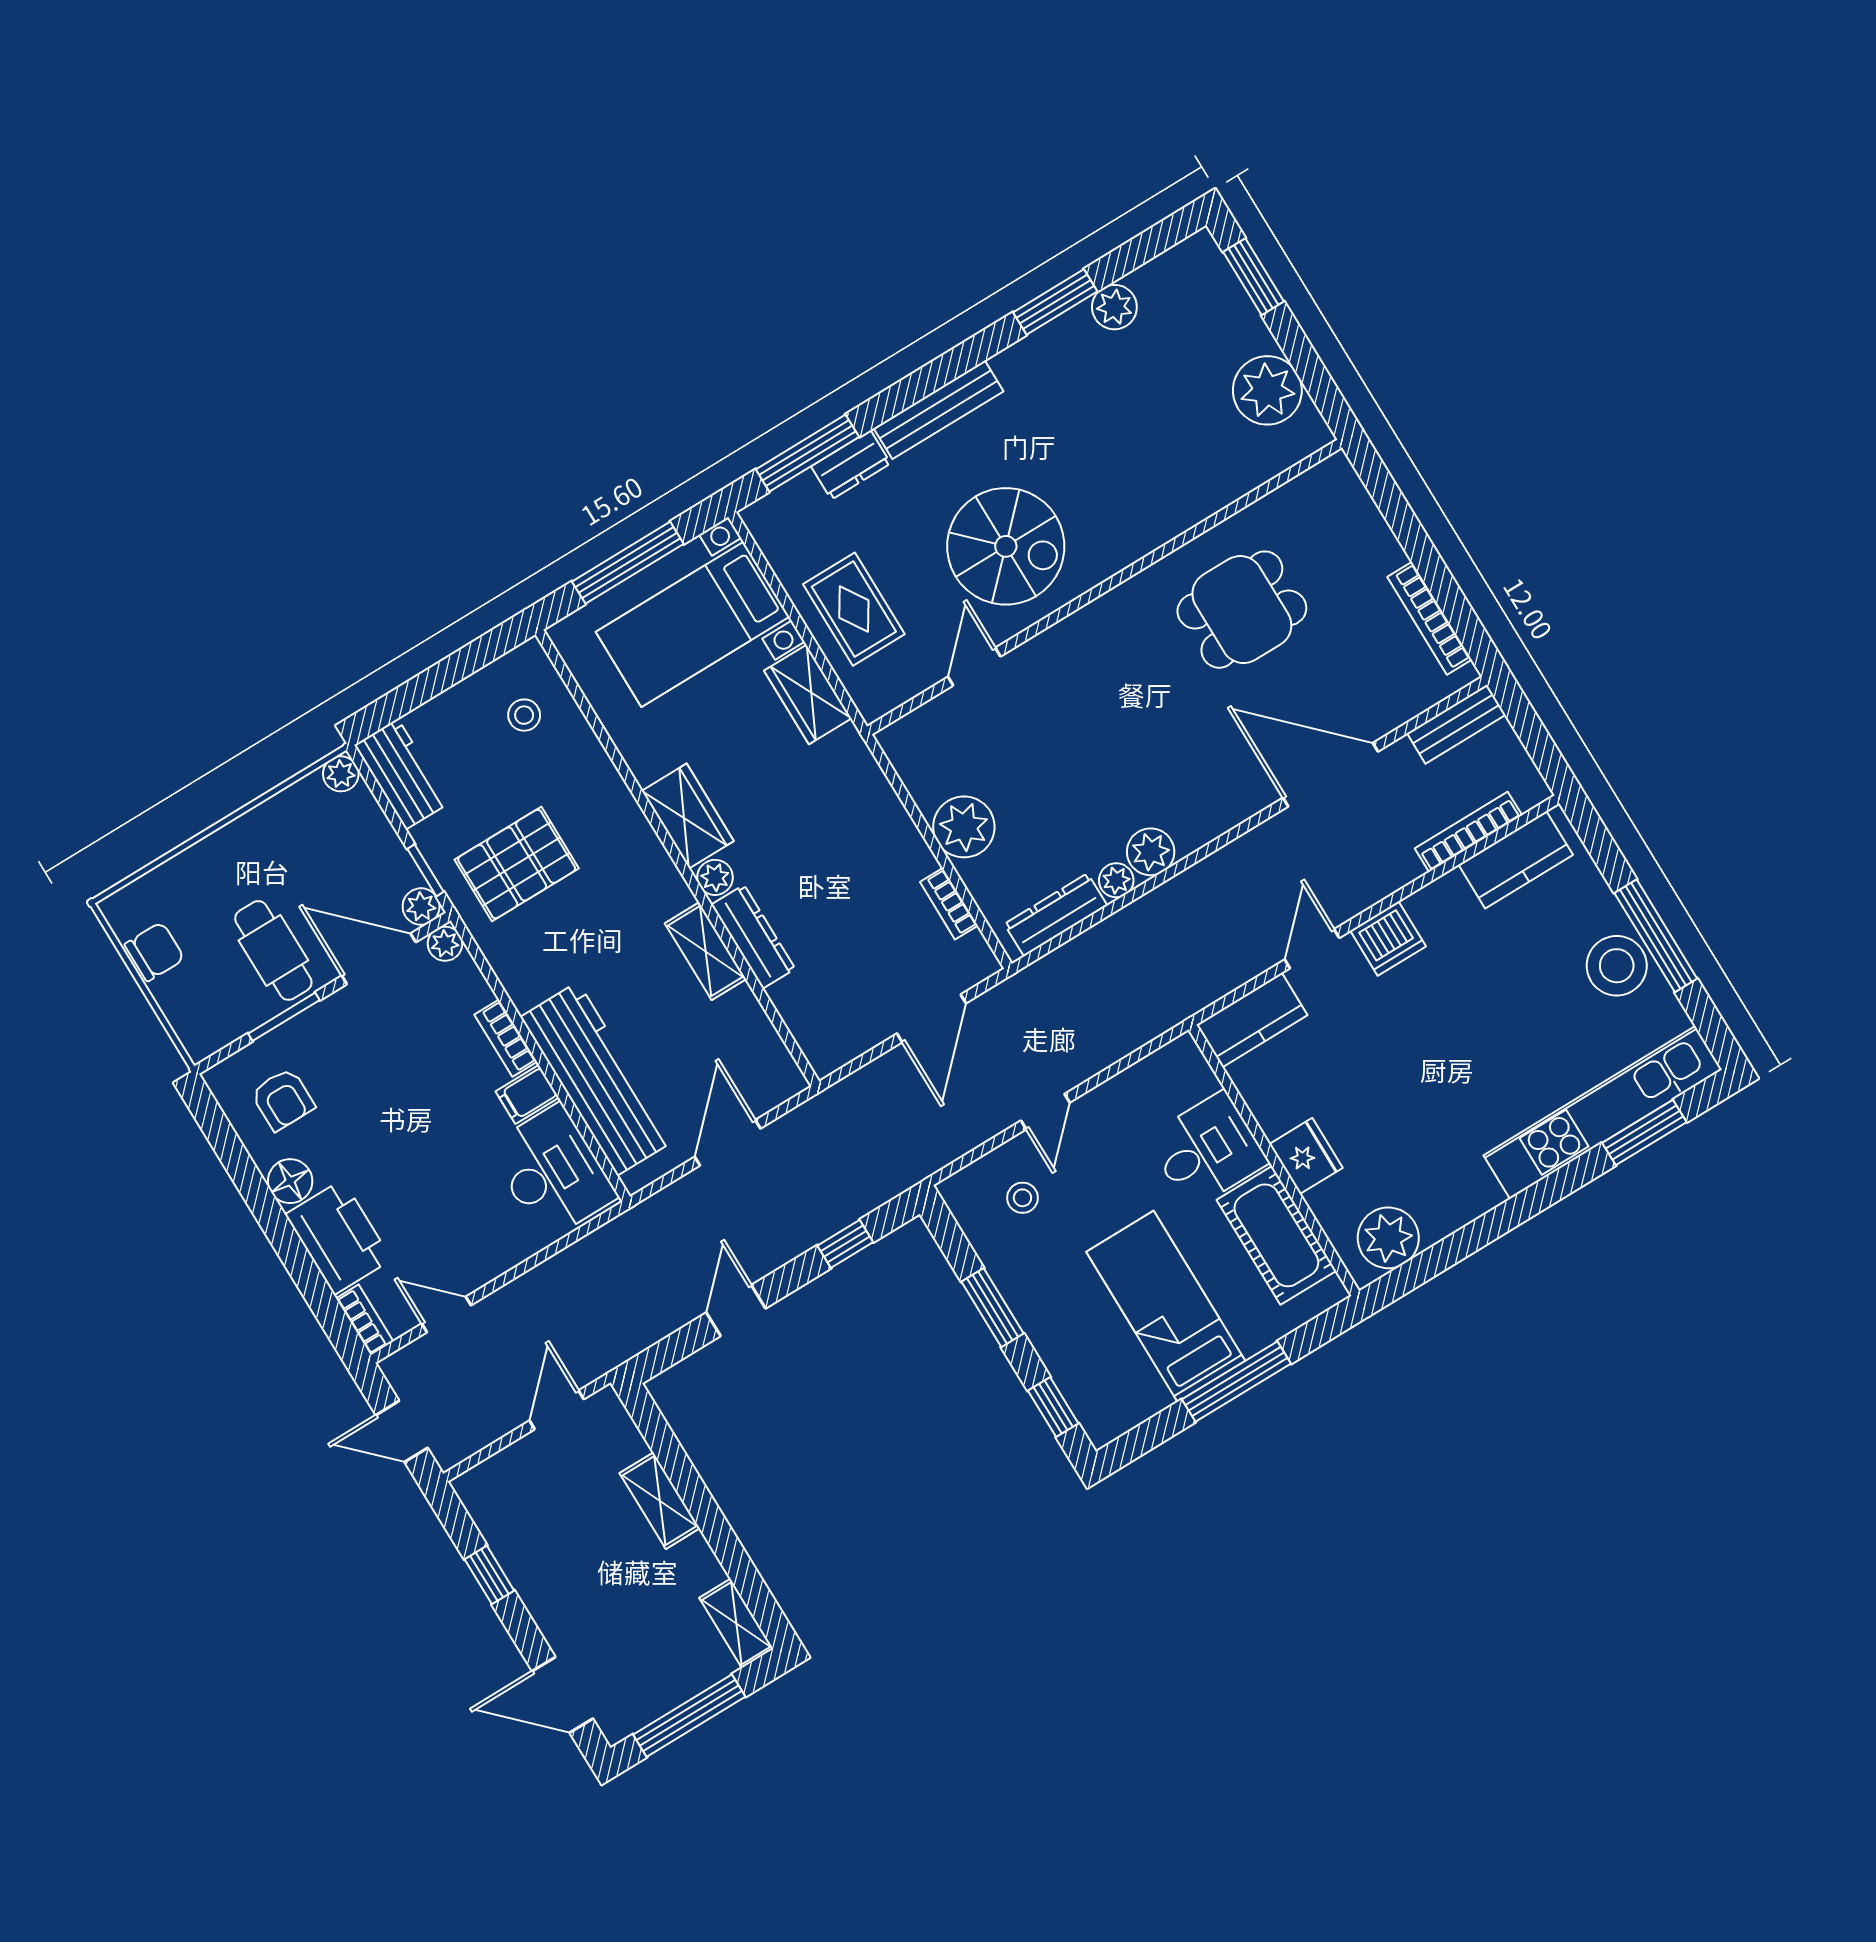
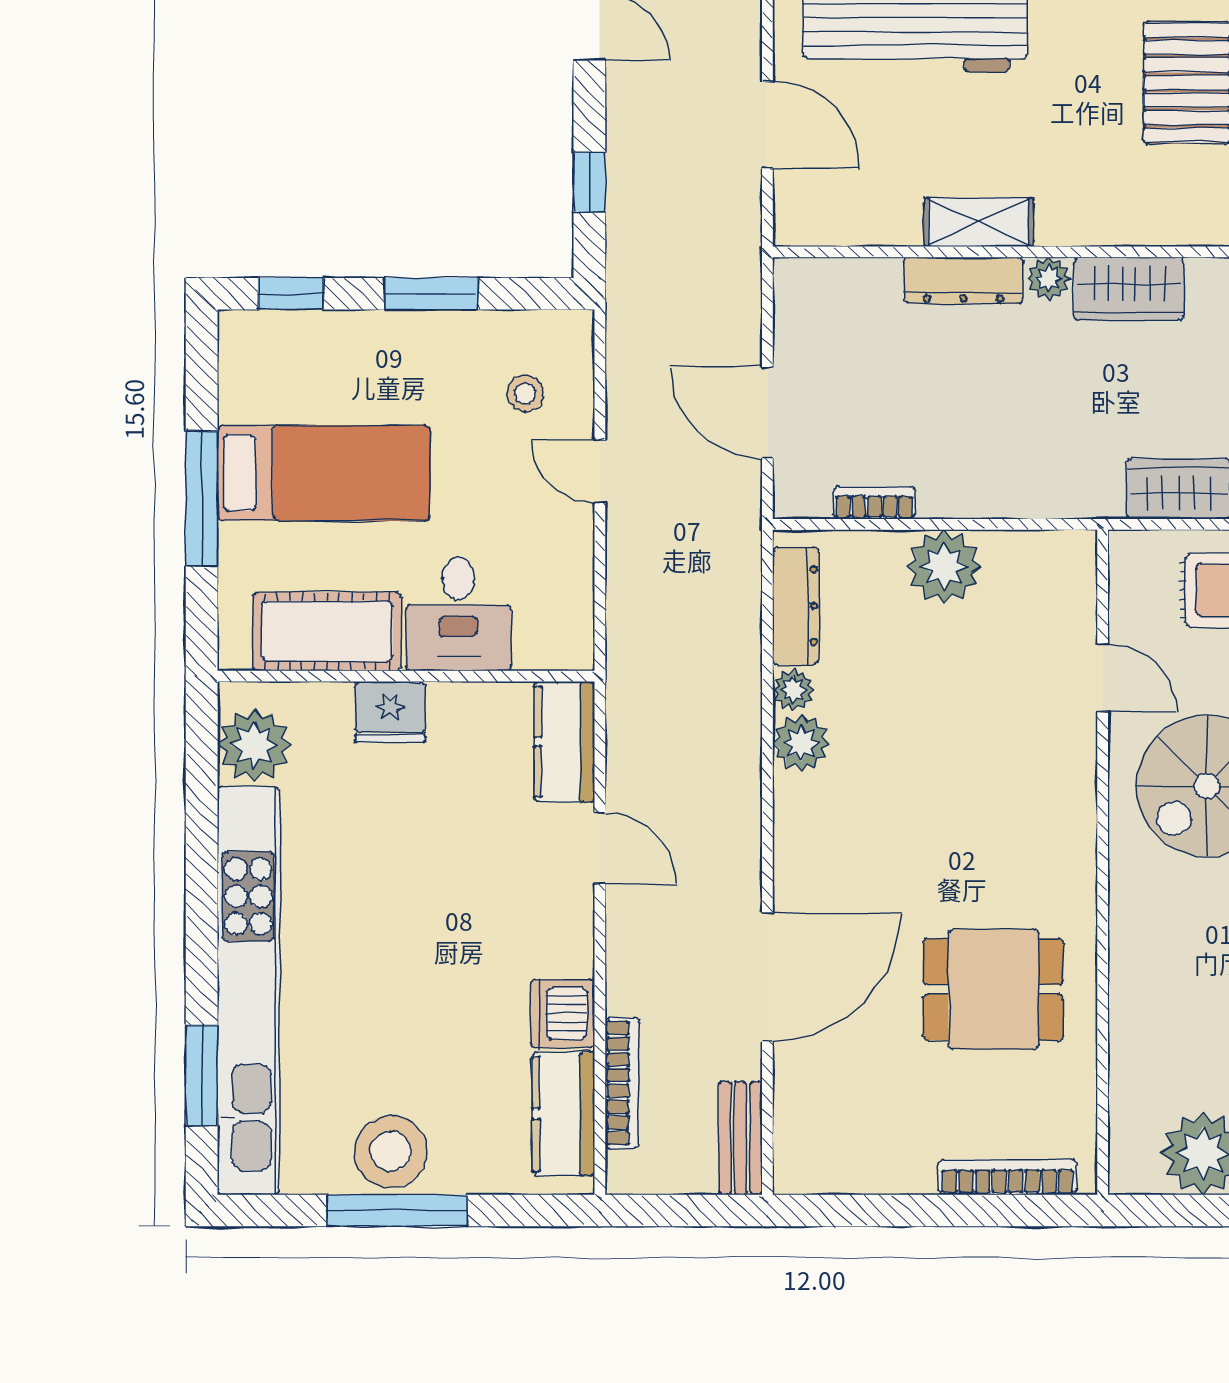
dining table: (1242, 610) -> (993, 989), turned 90
bookcase: (1429, 618) -> (1008, 1177), moved
dishwasher: (1388, 939) -> (562, 1013), moved
kitchen unit: (1603, 1113) -> (248, 990), width x1.36

